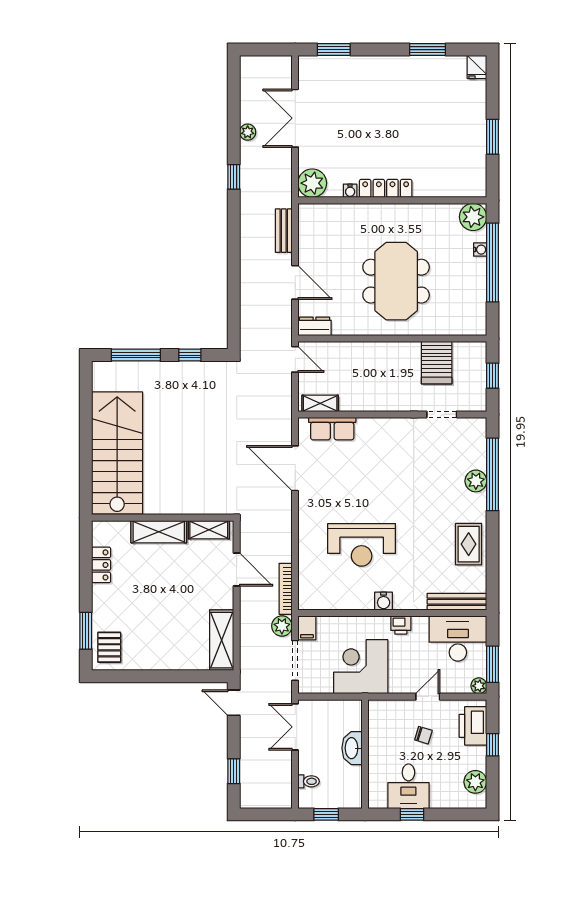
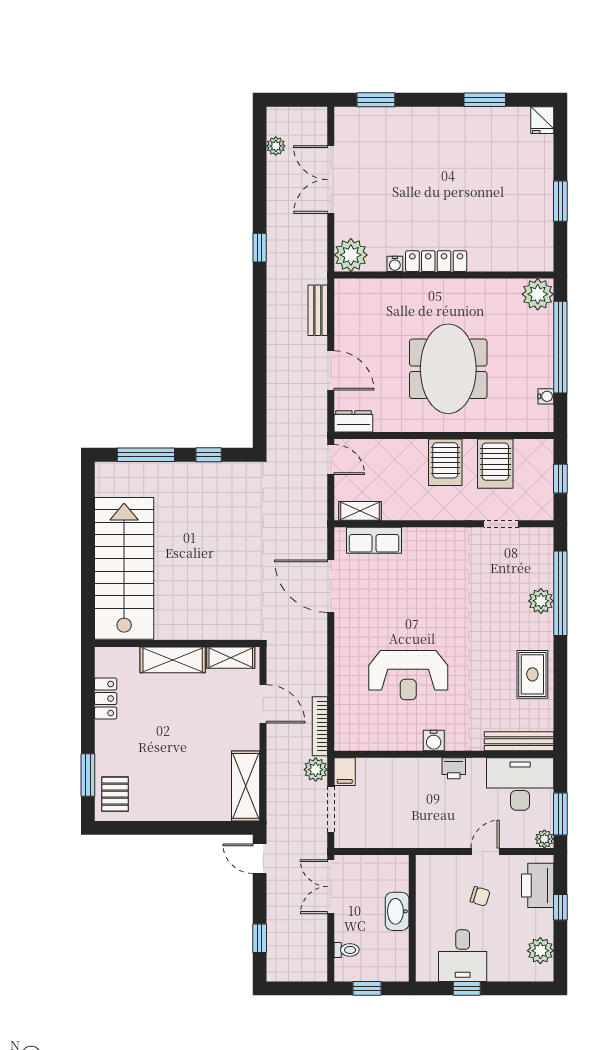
plant: (248, 132) -> (276, 146), moved
water cooler: (480, 250) -> (546, 396), moved
server rack: (393, 362) -> (445, 462), added
corner desk: (361, 667) -> (407, 817), removed

